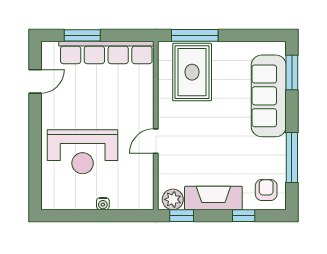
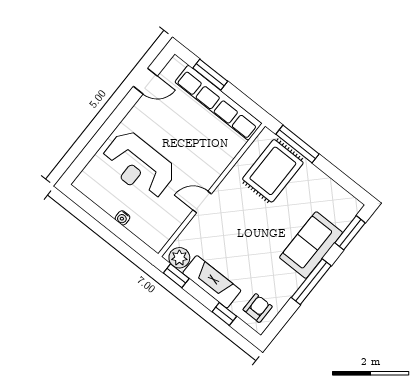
sofa: (269, 96) -> (311, 245), width x0.73
window: (292, 158) -> (311, 282), moved

